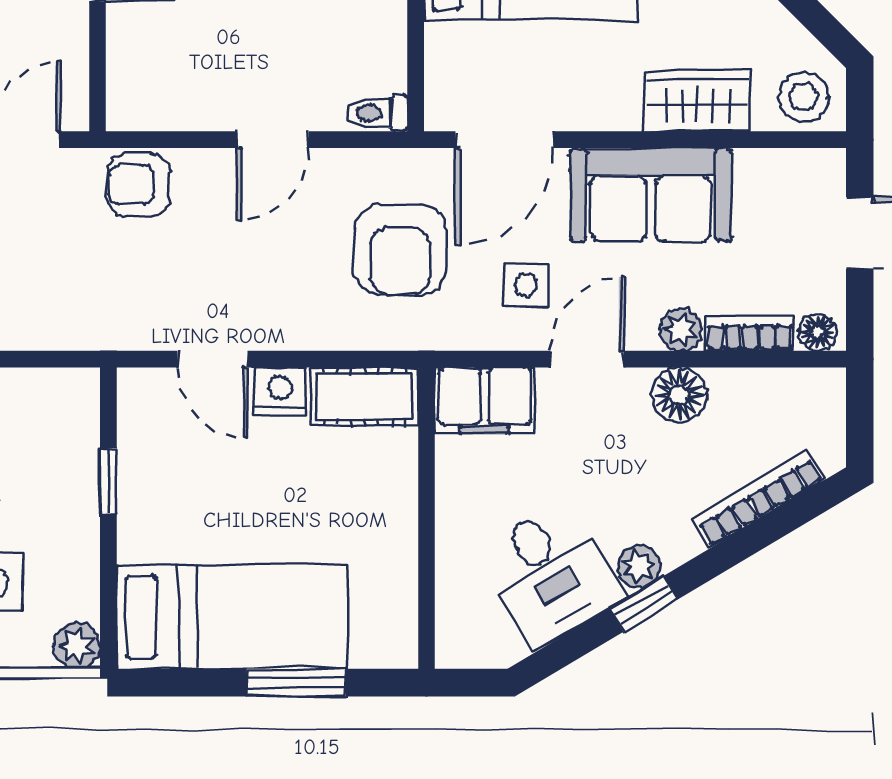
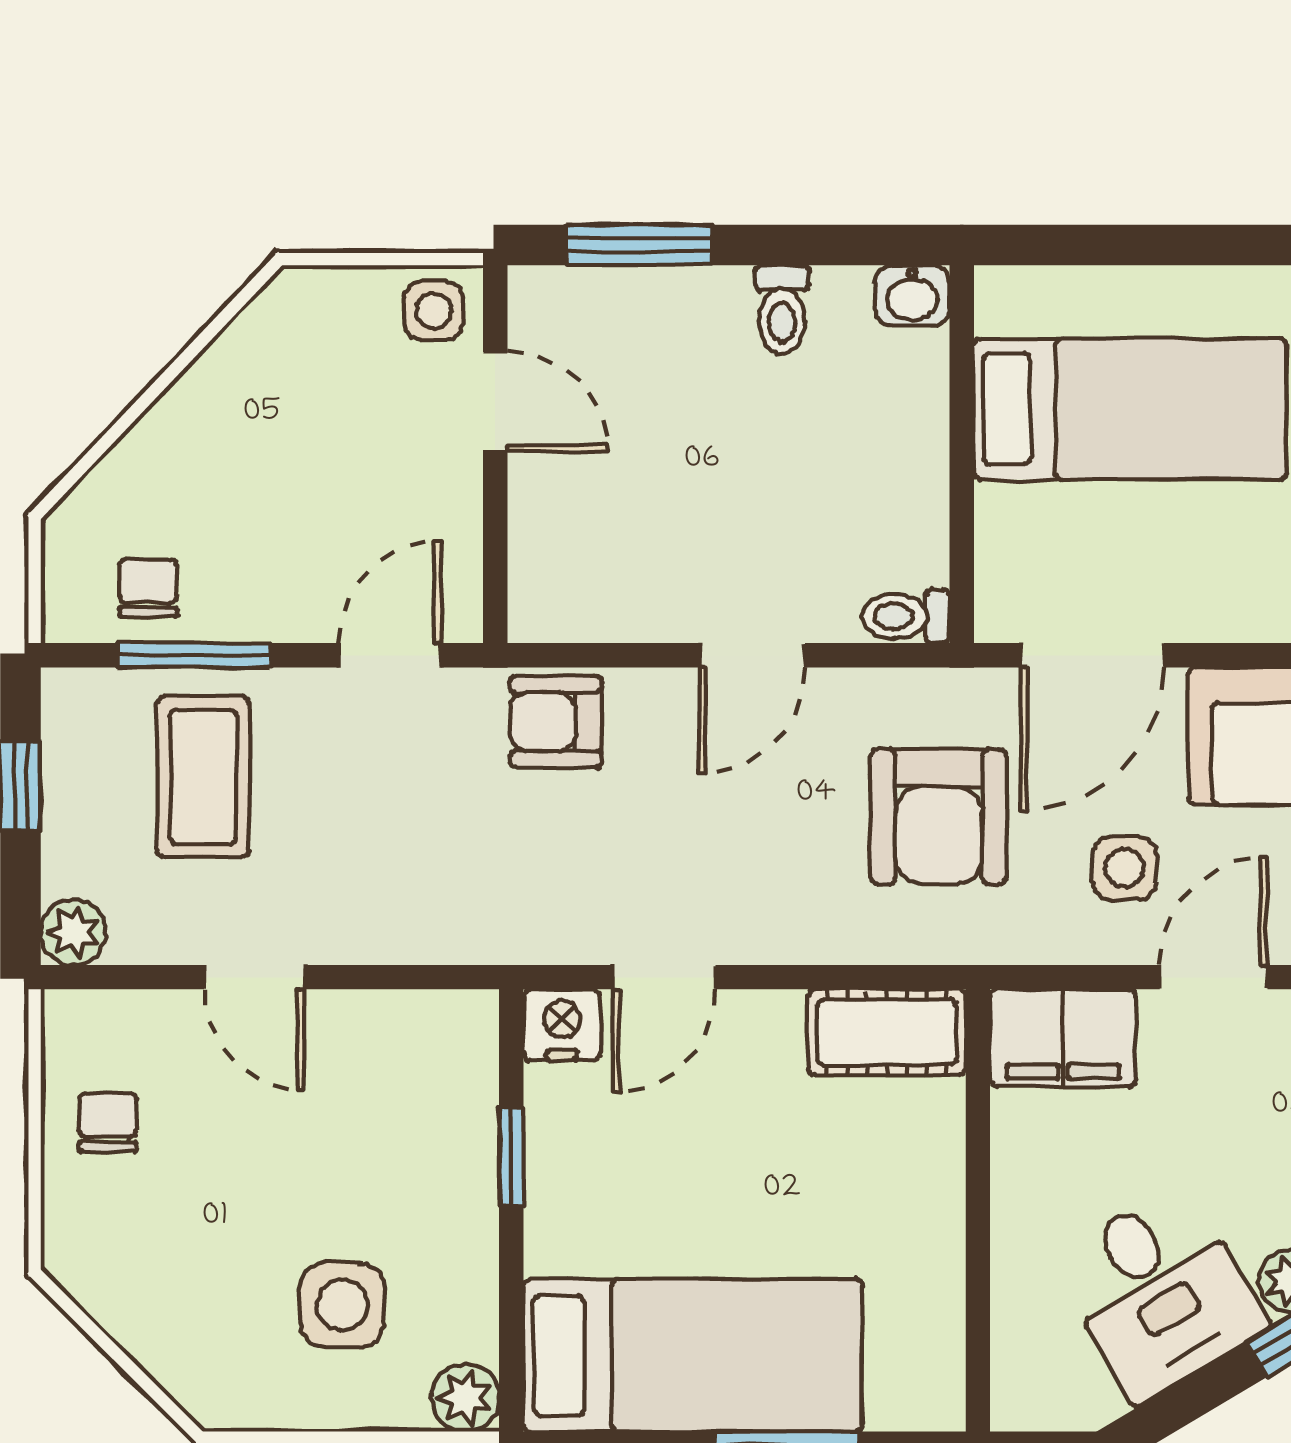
door: (213, 359) -> (664, 977), hinge flipped
nightstand: (280, 391) -> (562, 1025), moved

